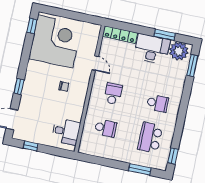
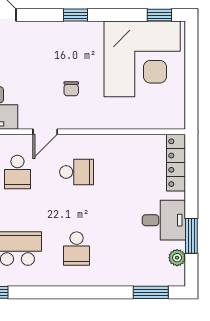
desk: (152, 49) -> (164, 220), width x0.73
plant: (179, 51) -> (177, 258), width x0.53, depth x0.53
door: (95, 63) -> (45, 132), moved
window: (19, 87) -> (75, 15), moved

